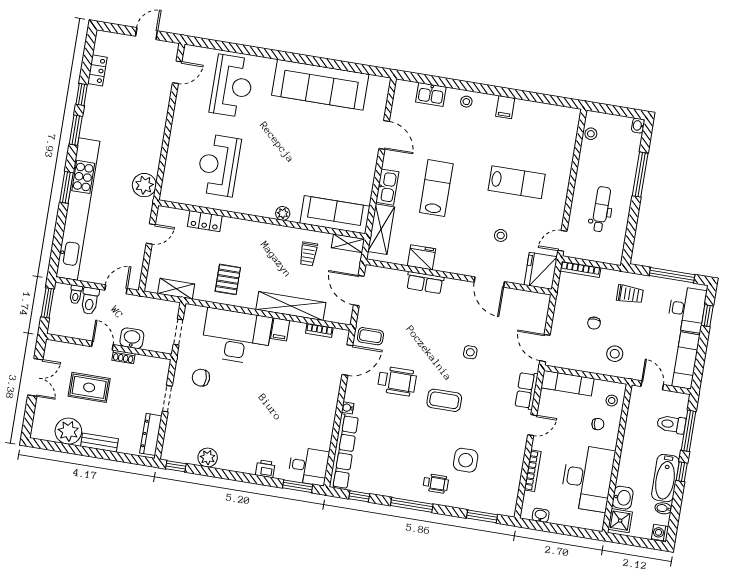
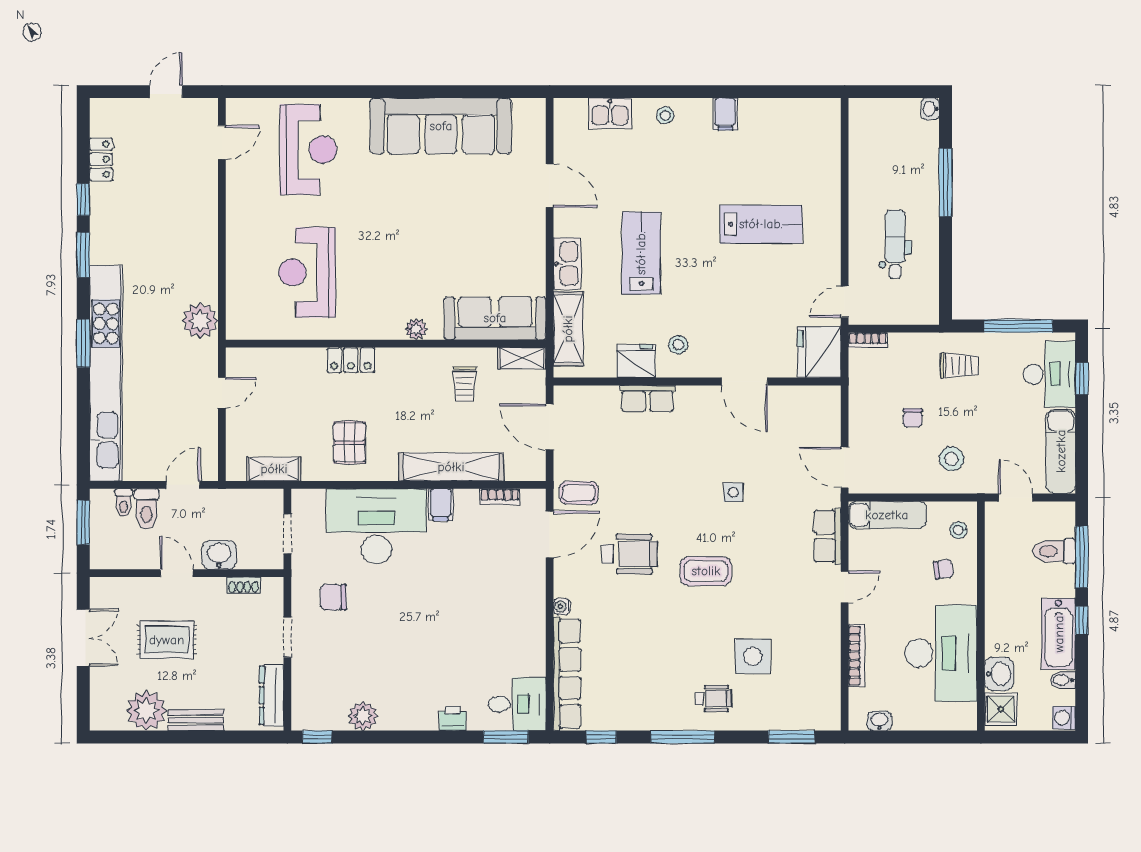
stool: (591, 134) -> (861, 133), removed
locker: (205, 221) -> (351, 360), moved
stool: (501, 235) -> (678, 345), moved
bookcase: (580, 269) -> (868, 340), width x0.64
shoe rack: (123, 357) -> (244, 585), moved

